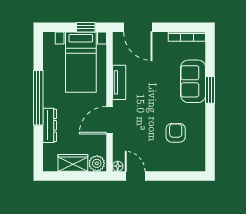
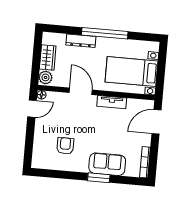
window: (86, 27) -> (160, 78), removed
armchair: (176, 133) -> (65, 146), turned -90

